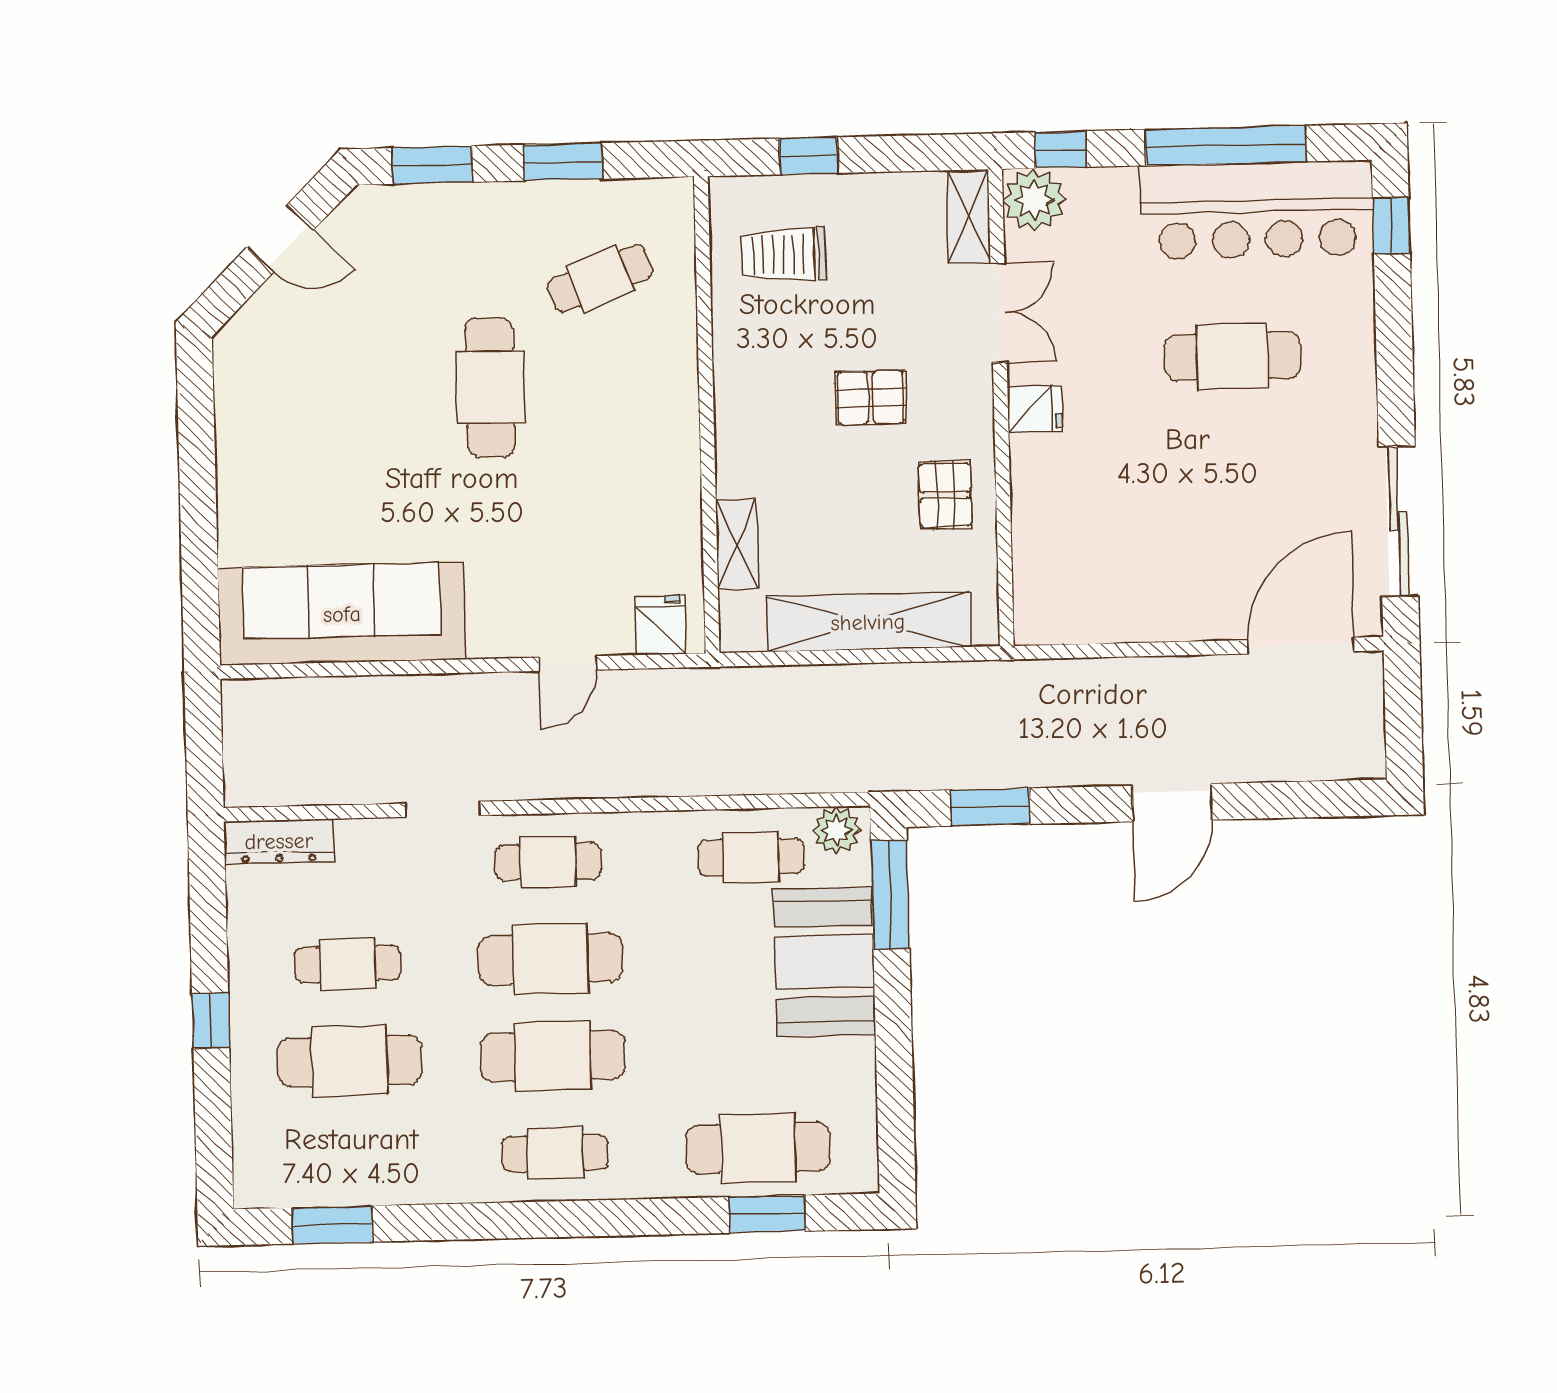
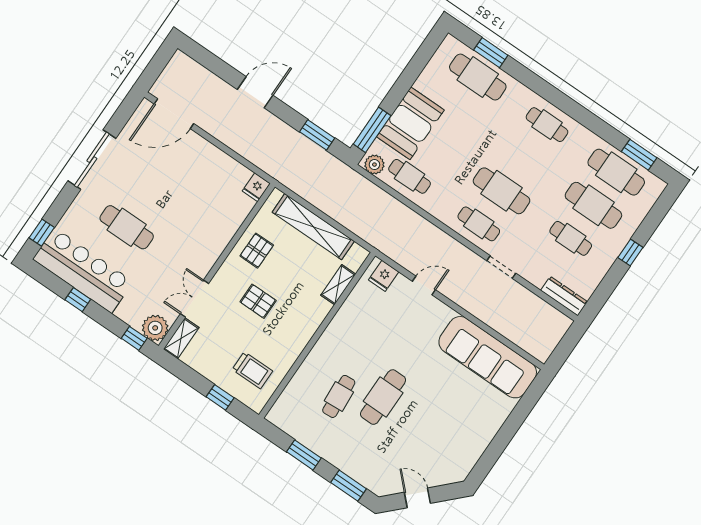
window: (1226, 146) -> (78, 300), width x0.32
cafe table: (600, 278) -> (339, 396), moved, turned -73
fridge: (1035, 409) -> (256, 187), moved, turned -90
sliding door: (1399, 521) -> (92, 160), moved
cafe table: (553, 1056) -> (616, 172), moved

